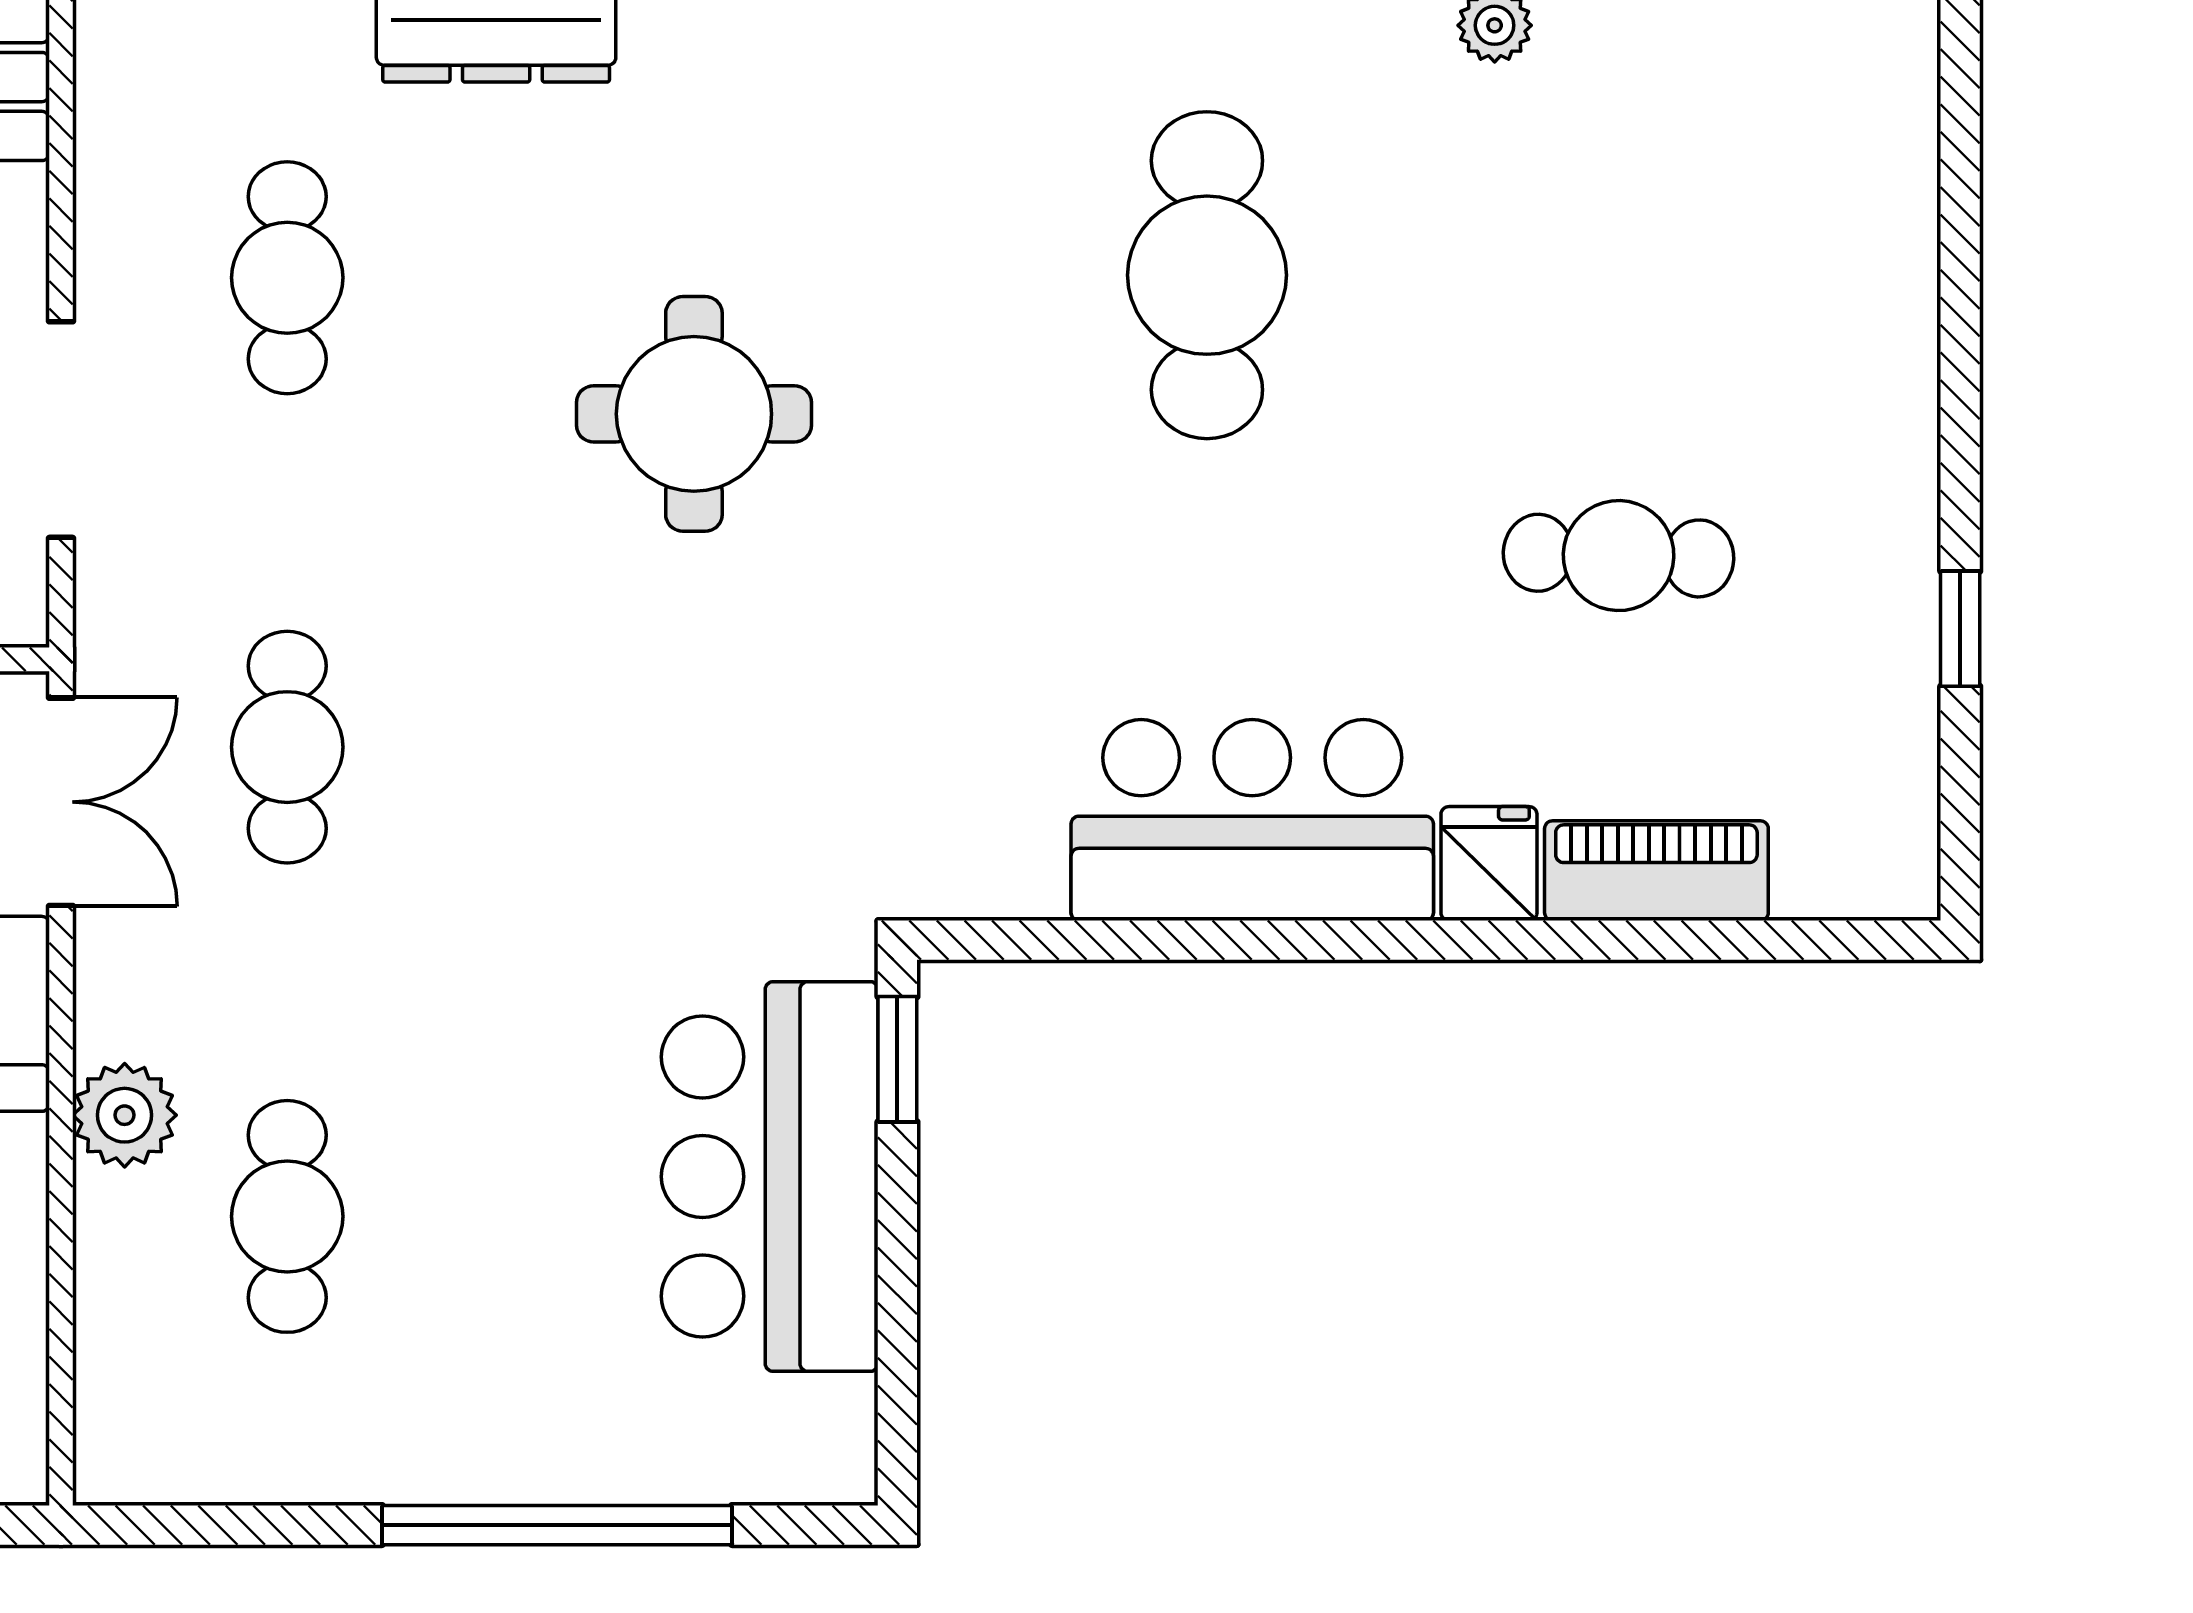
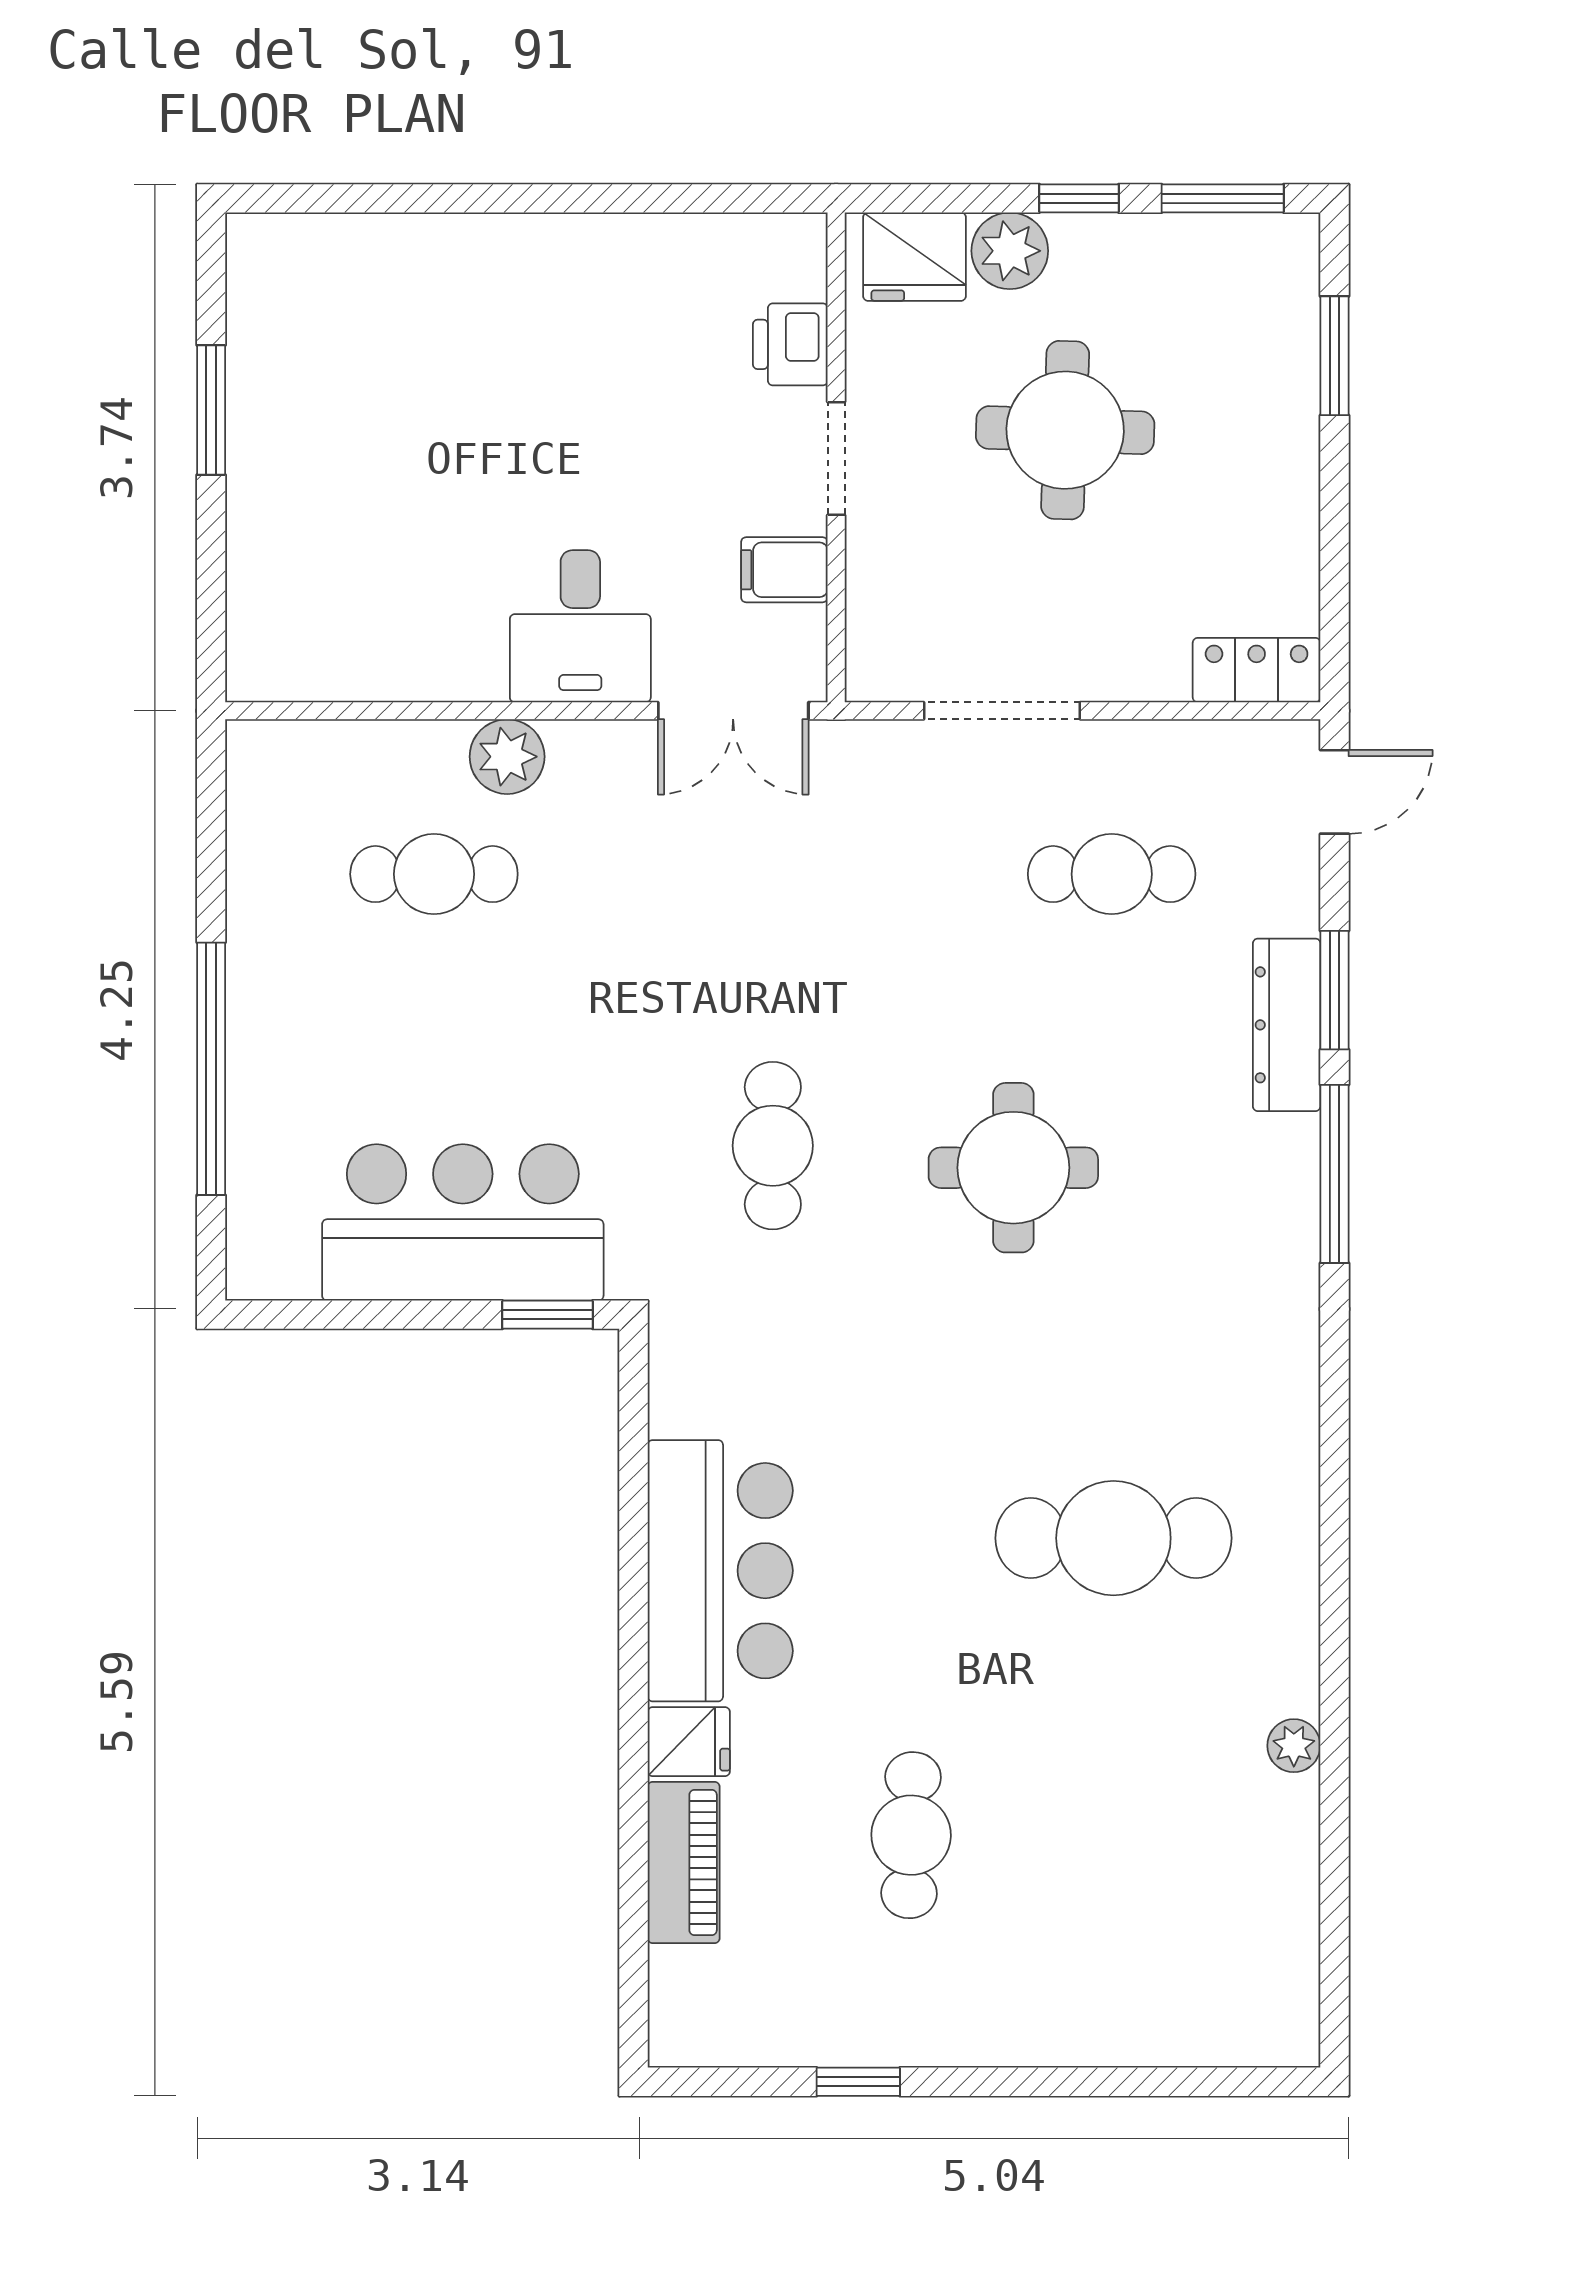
cafe table: (287, 747) -> (773, 1146), moved, turned 90

